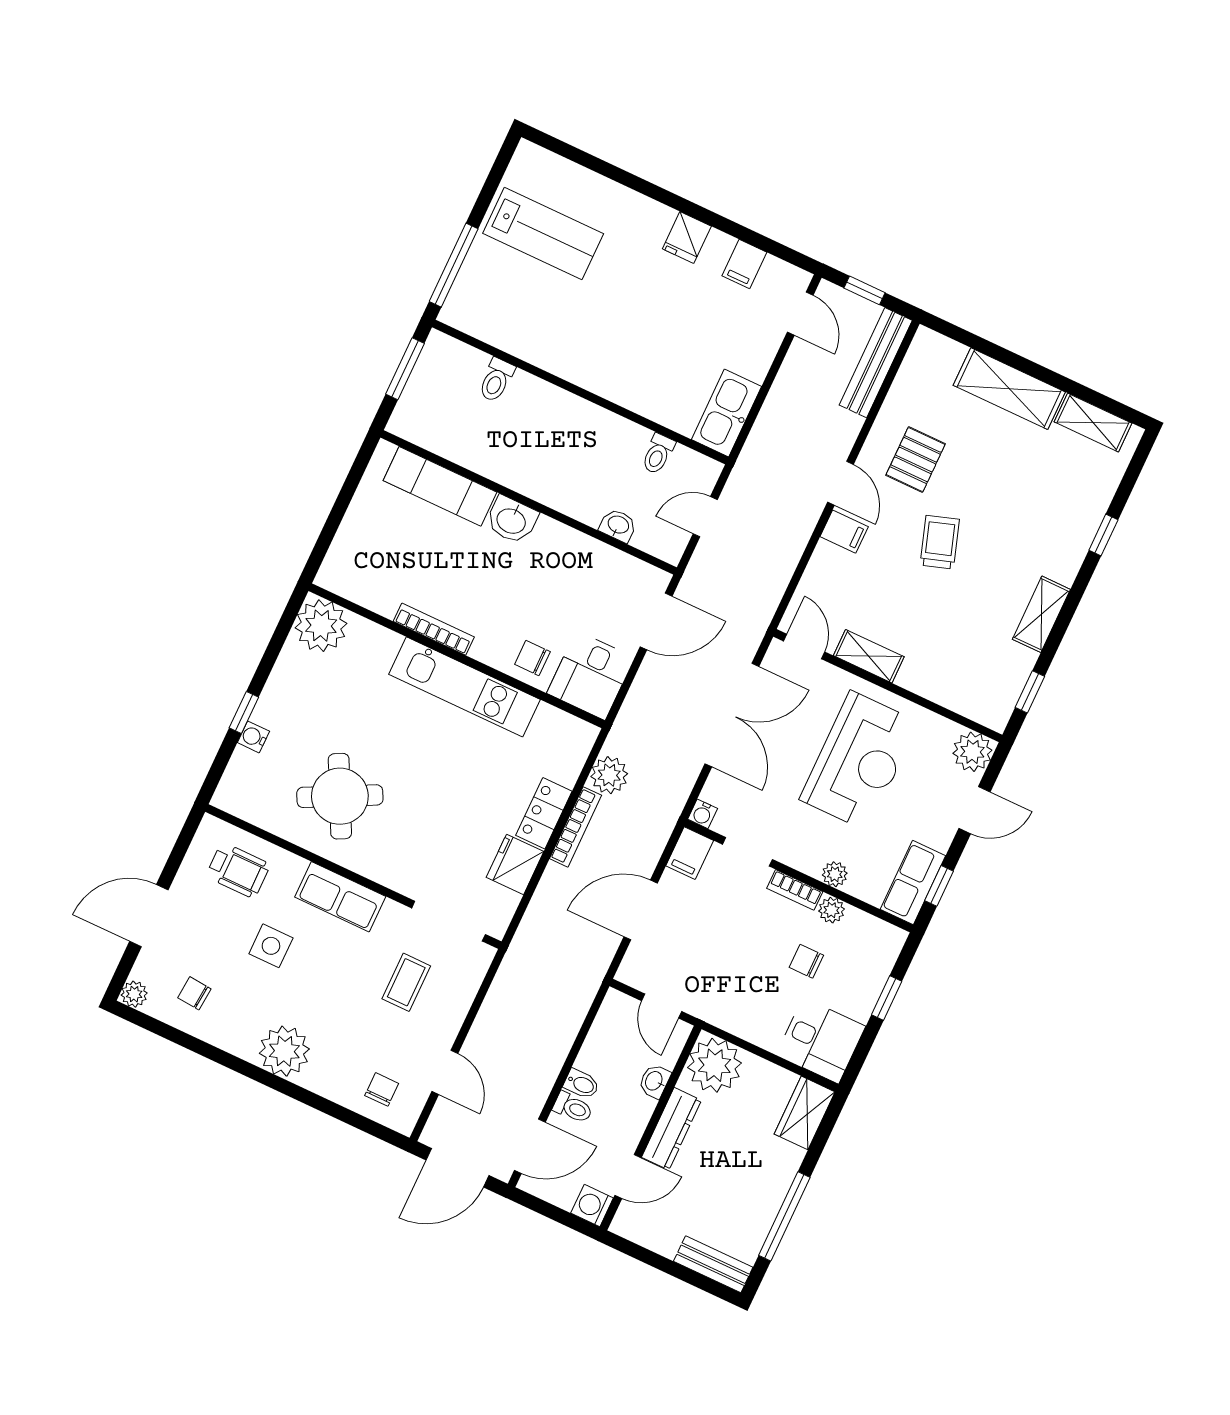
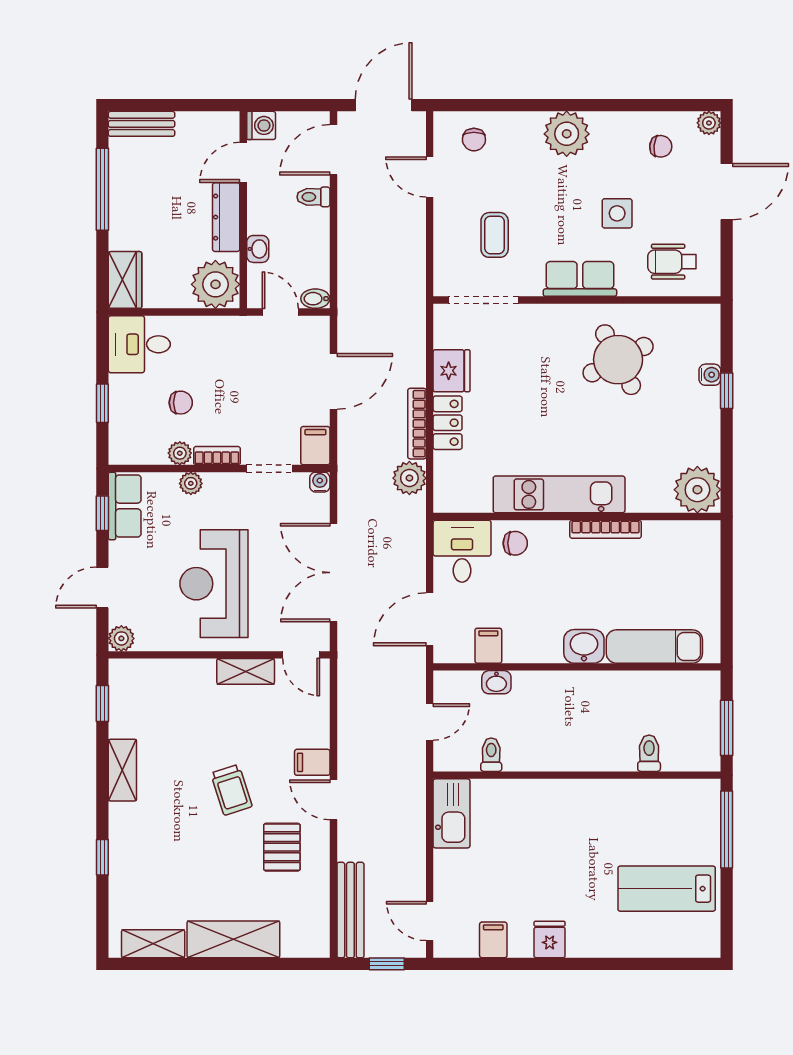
filing cabinet: (609, 566) -> (488, 646), added
plant: (972, 752) -> (121, 638), width x0.73, depth x0.73
bidet: (581, 1084) -> (315, 299), moved

